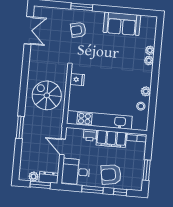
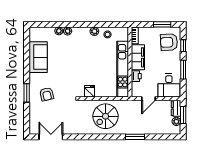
armchair: (111, 174) -> (169, 42), moved, turned 96

